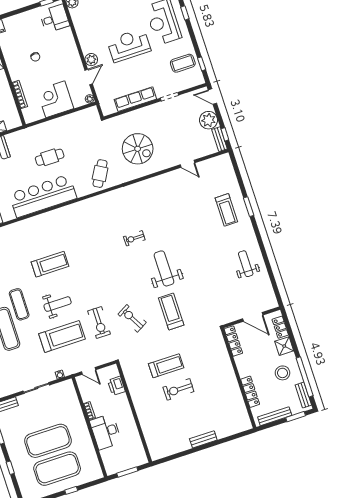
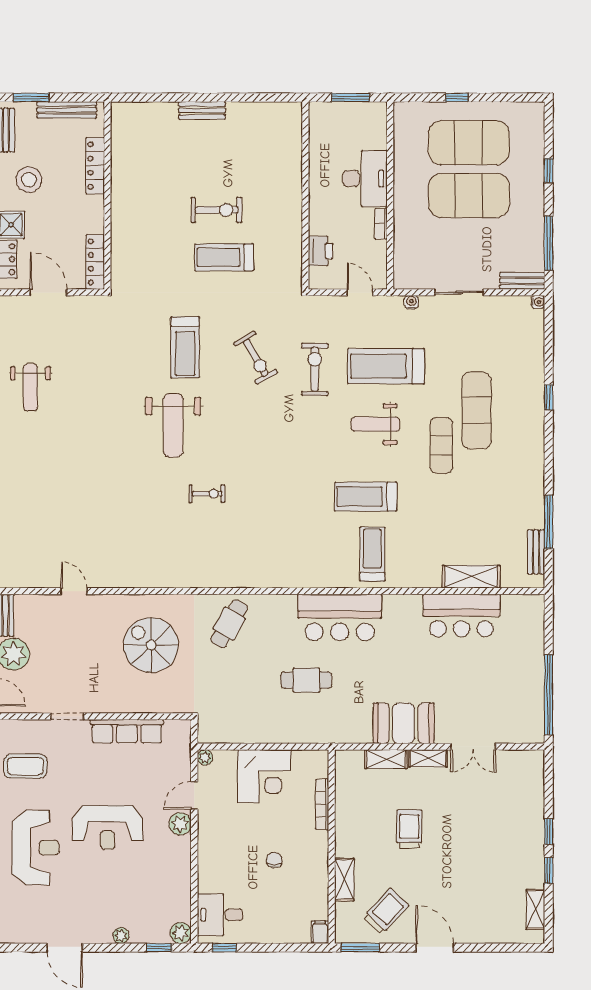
bar counter: (43, 196) -> (340, 617), width x0.73
treadmill: (226, 210) -> (372, 554), moved

